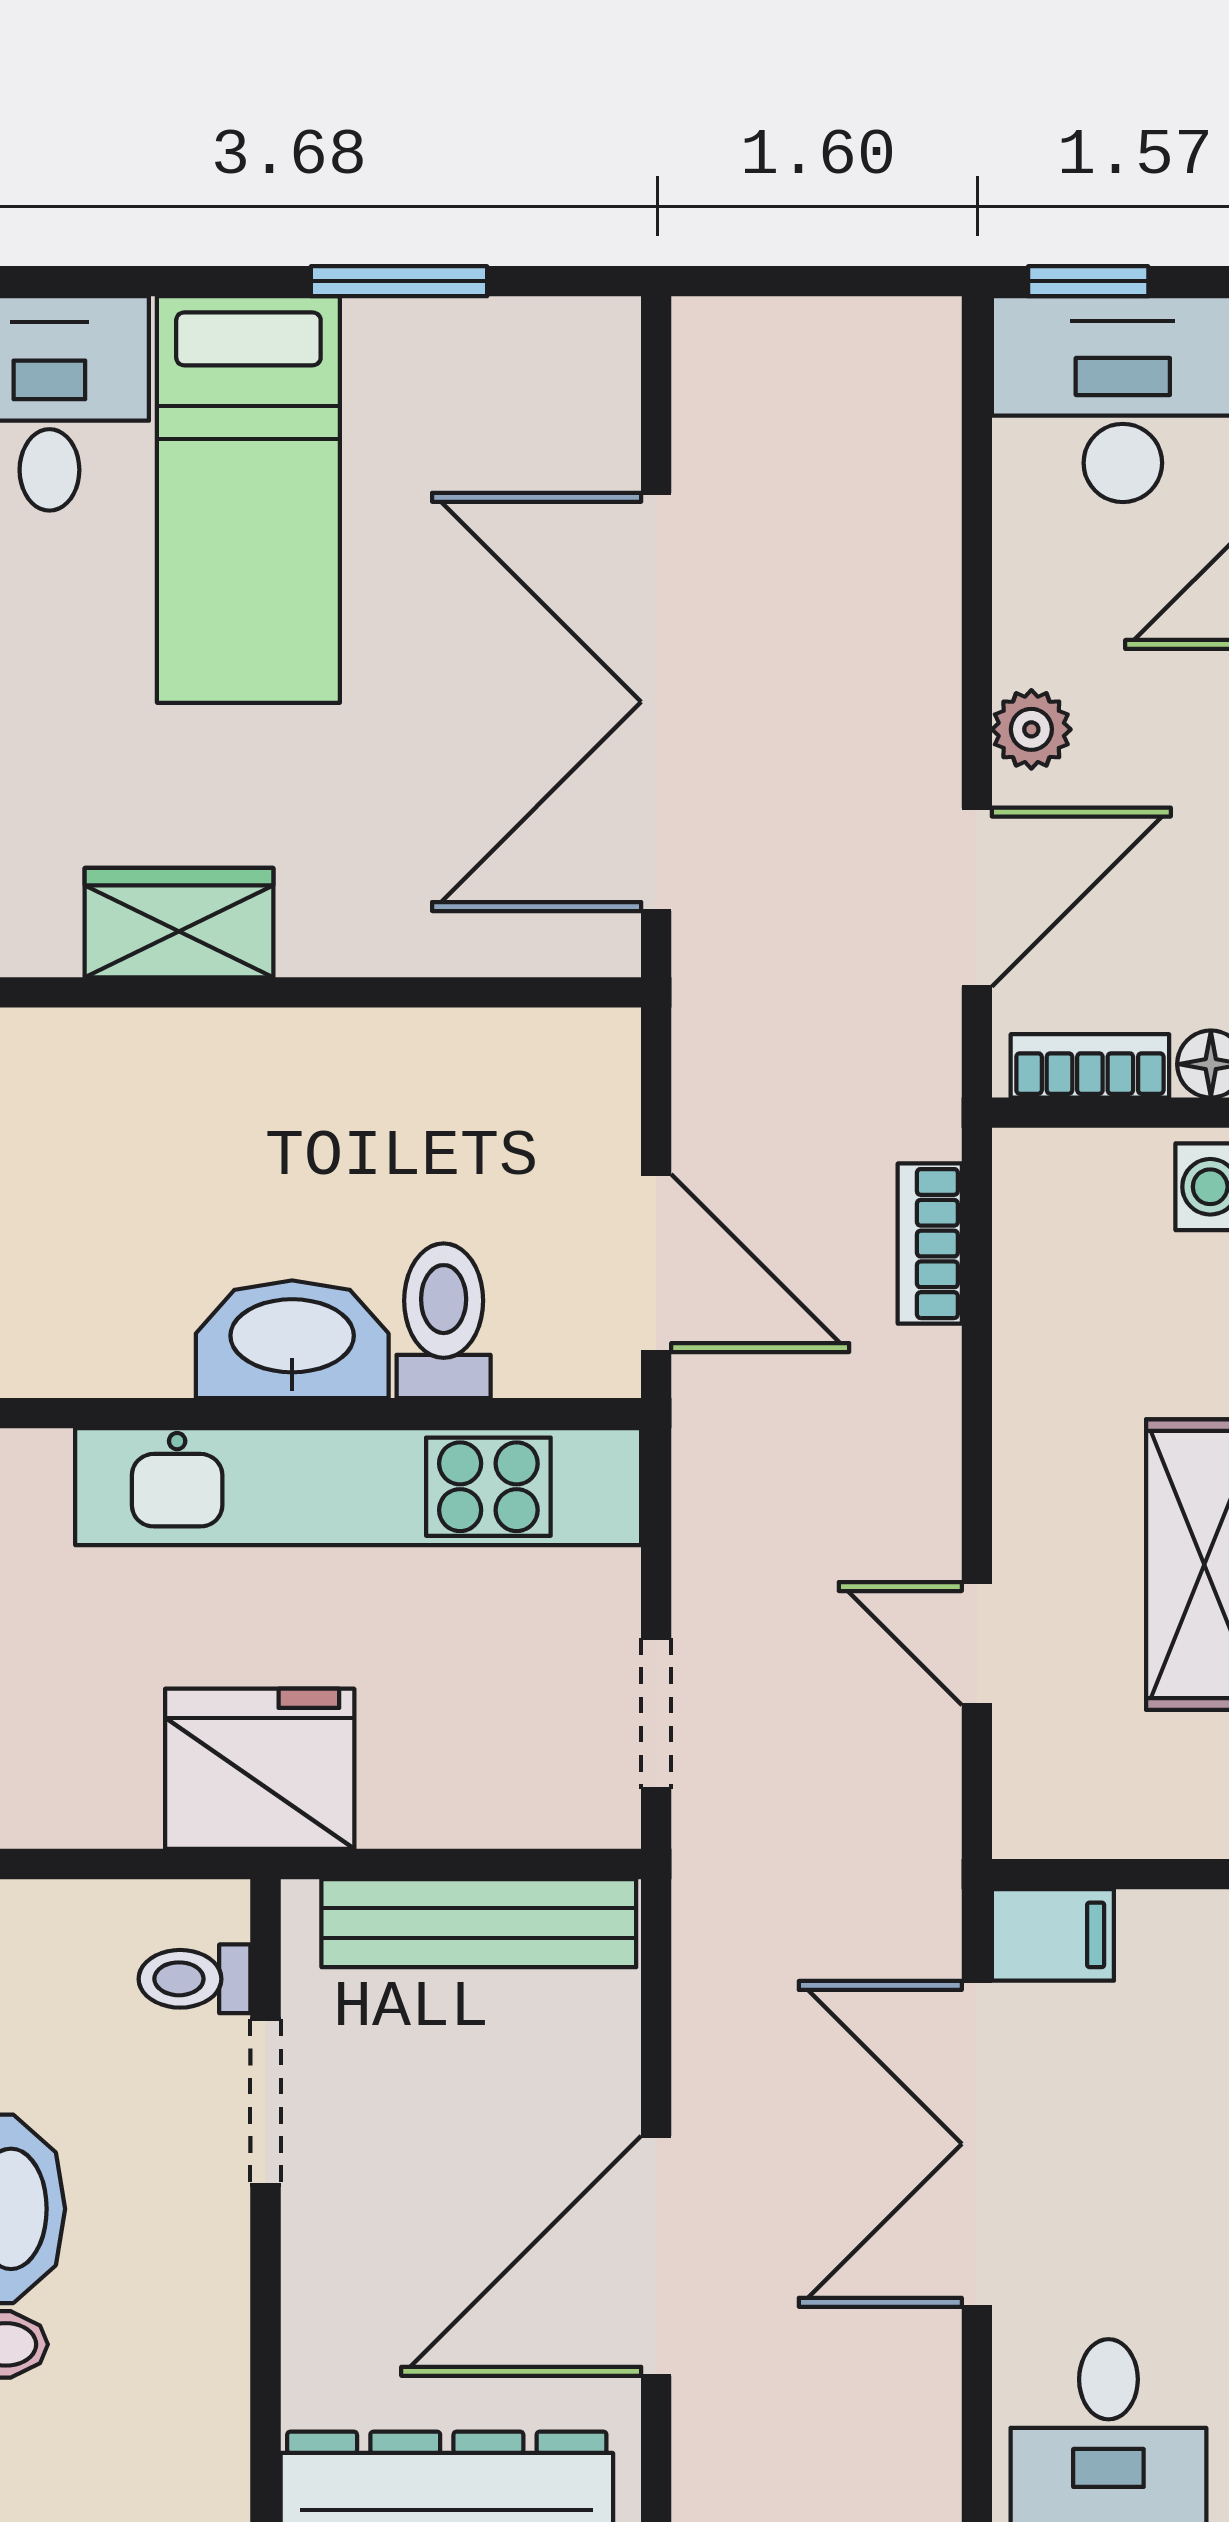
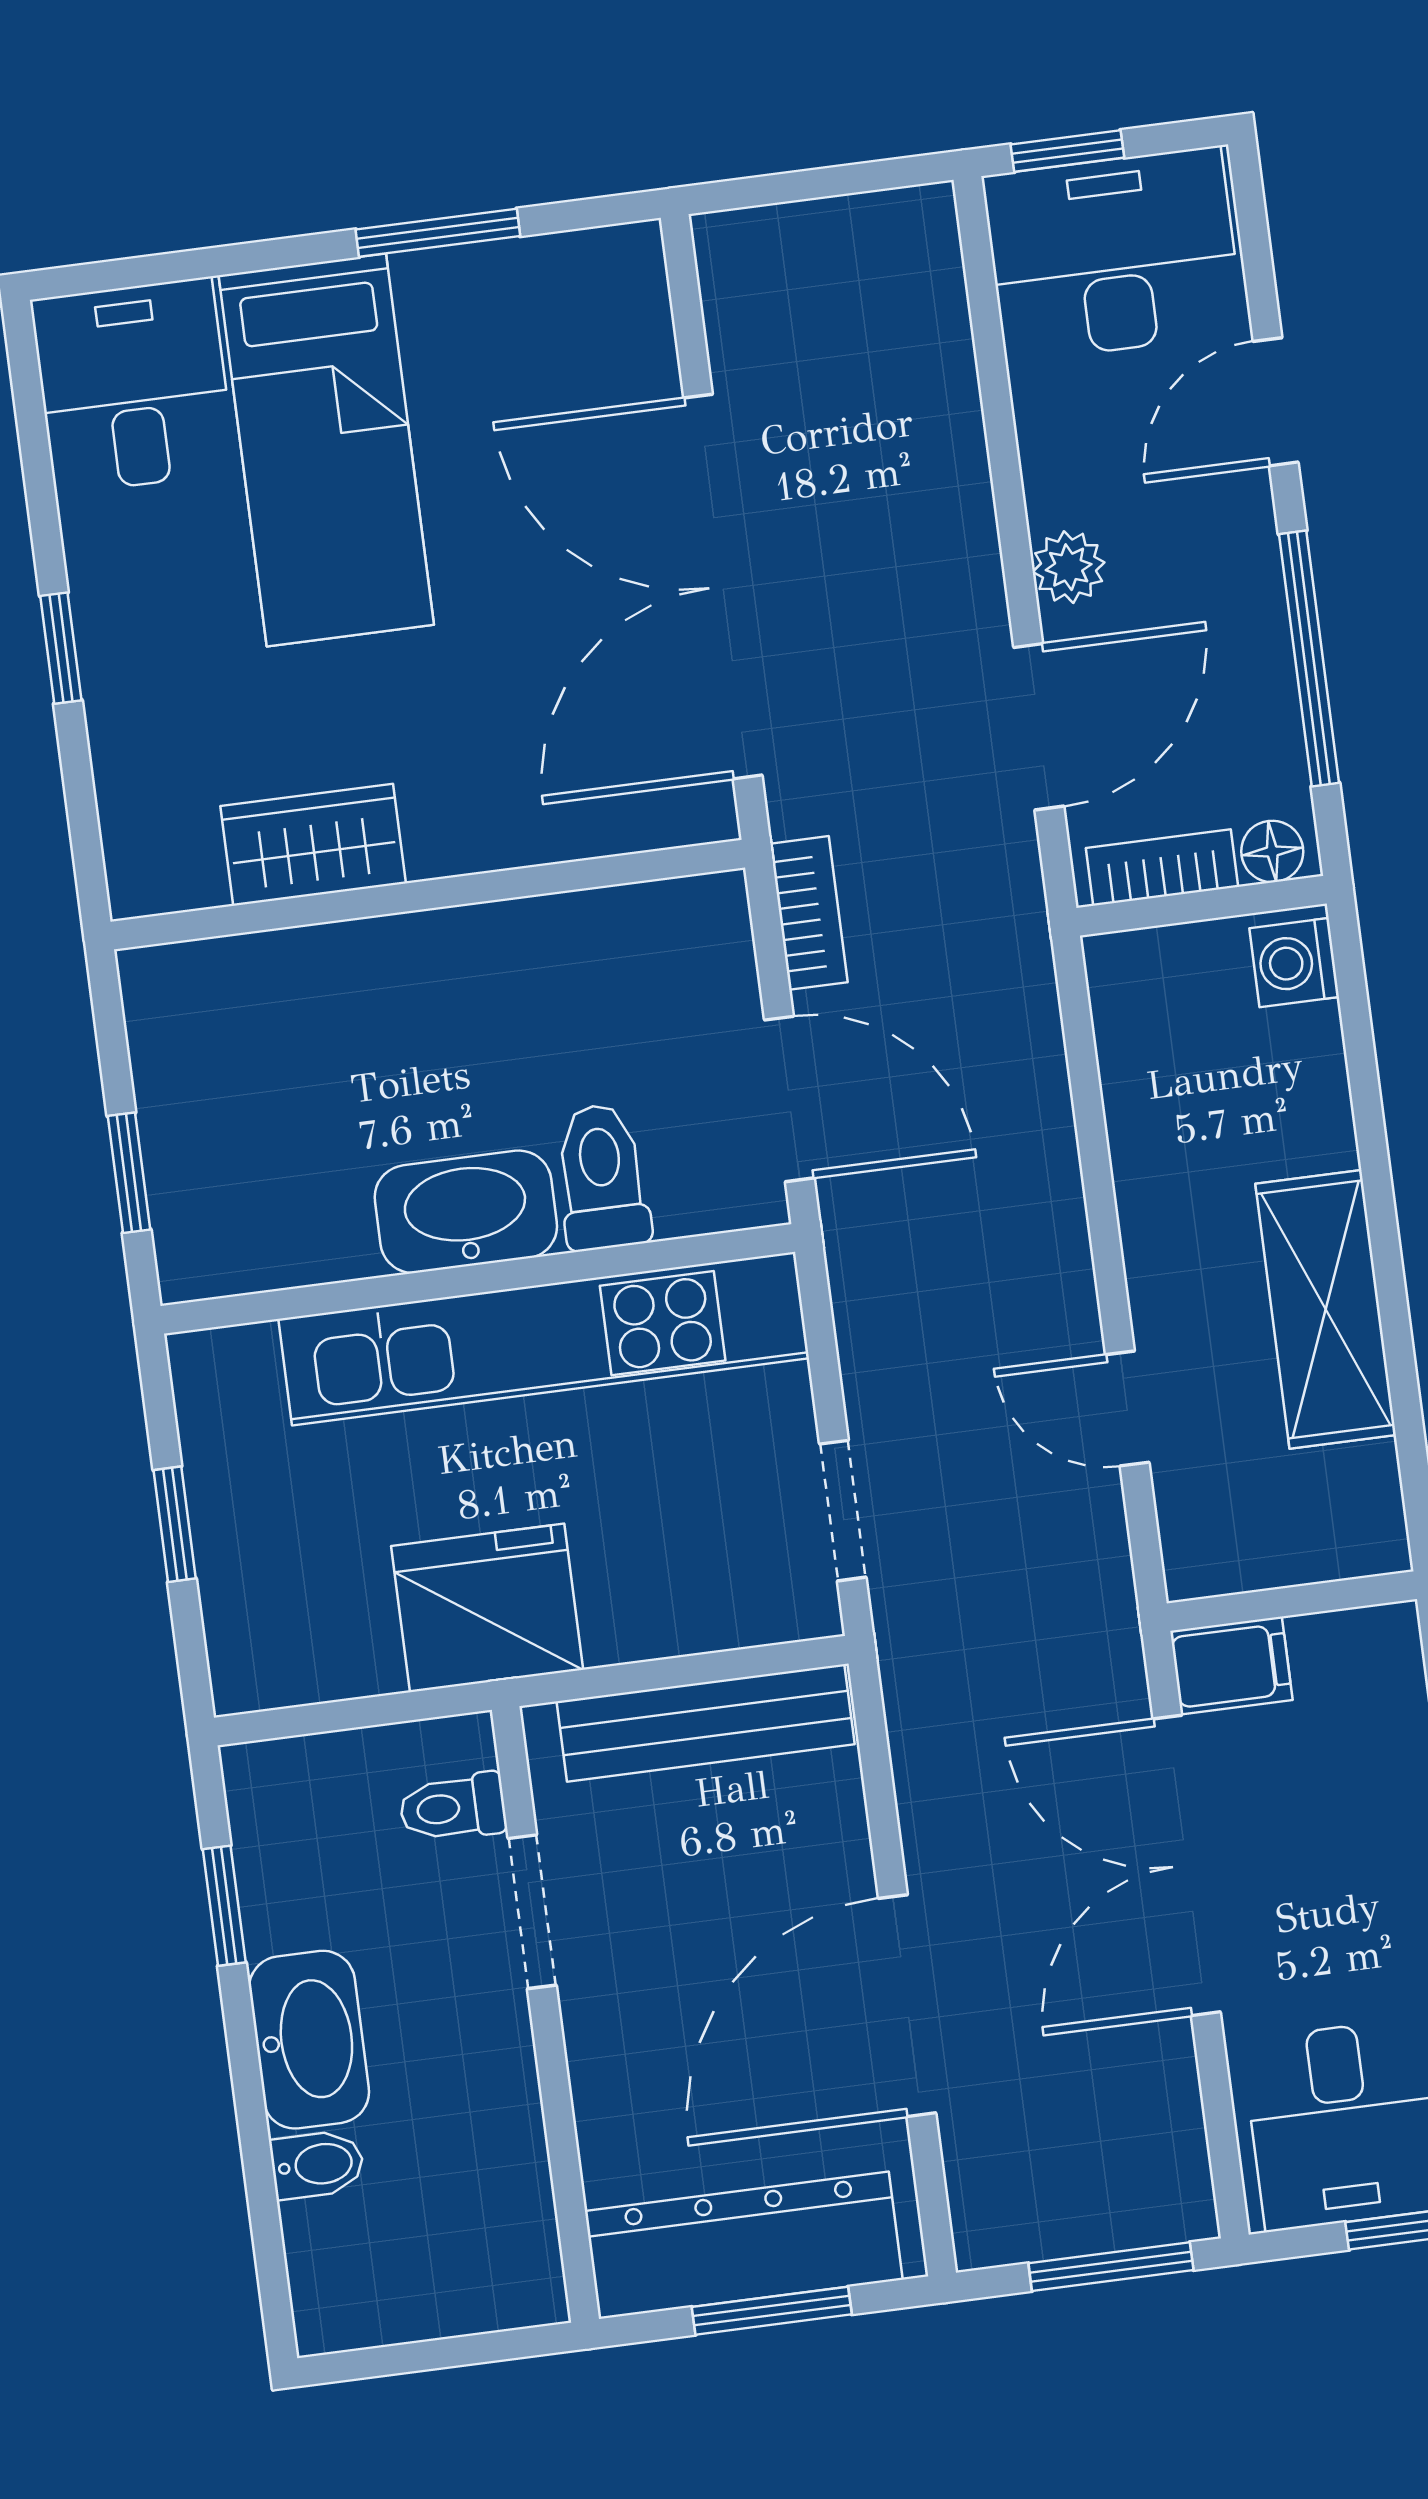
bookcase: (930, 1244) -> (809, 913), moved, turned 180

